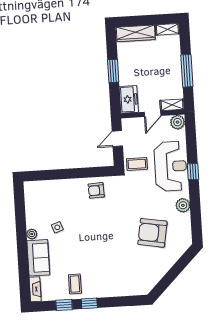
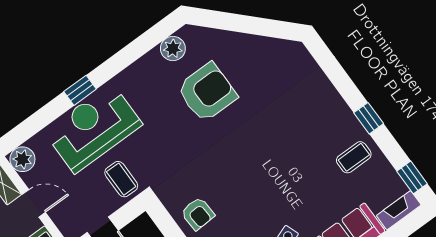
plant: (183, 205) -> (173, 48), moved
armchair: (152, 233) -> (207, 92), turned -100
window: (64, 305) -> (412, 177), moved

